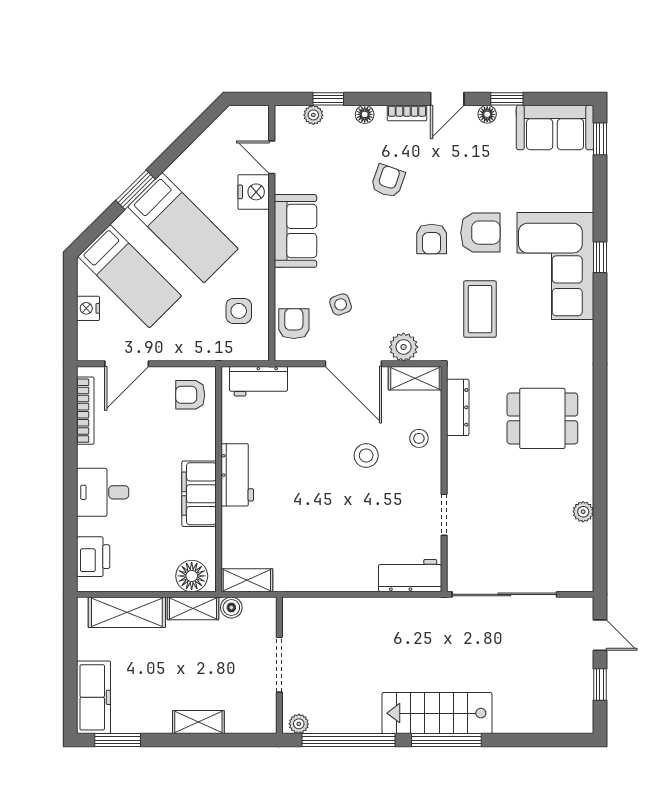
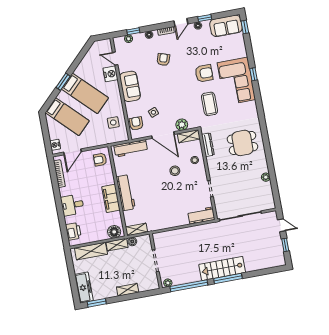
armchair: (432, 239) -> (185, 79), removed
nightstand: (88, 308) -> (55, 145), moved
workbench: (259, 381) -> (131, 148), width x1.38
workbench: (237, 475) -> (126, 193), width x1.38

